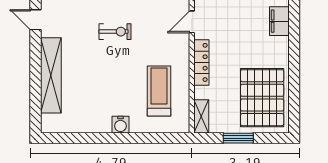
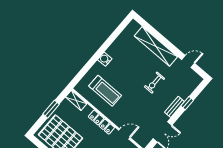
door: (192, 22) -> (124, 134), hinge flipped
exercise bike: (115, 32) -> (155, 83), moved

